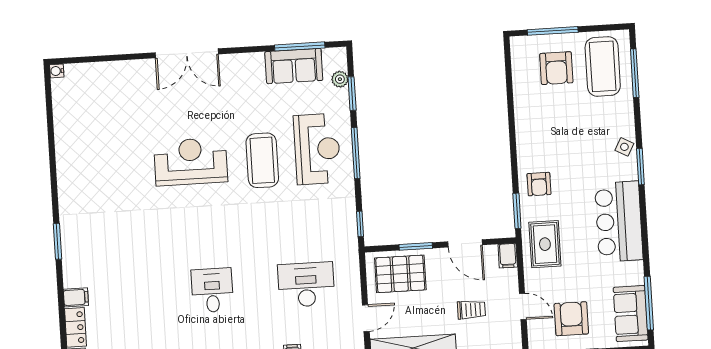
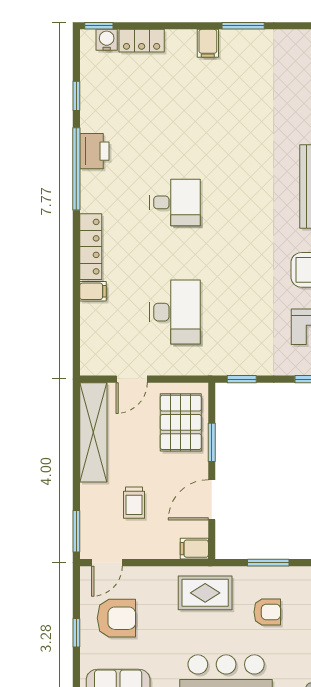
armchair: (539, 184) -> (267, 612), moved, turned 180
window: (517, 211) -> (268, 563), moved
filing cabinet: (76, 297) -> (208, 43), moved
door: (523, 307) -> (107, 563), moved
door: (366, 318) -> (132, 379), hinge flipped

